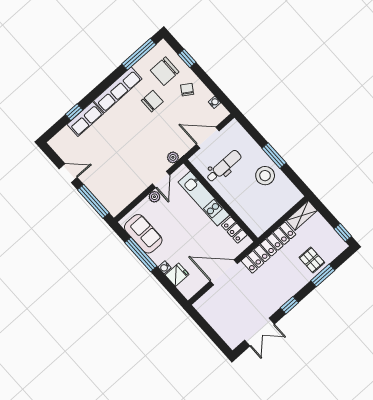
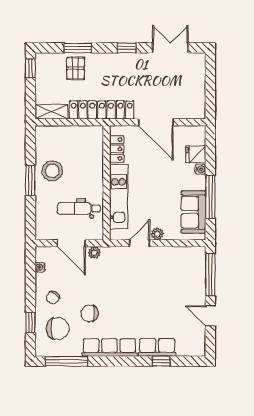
plant: (173, 157) -> (94, 253), moved

